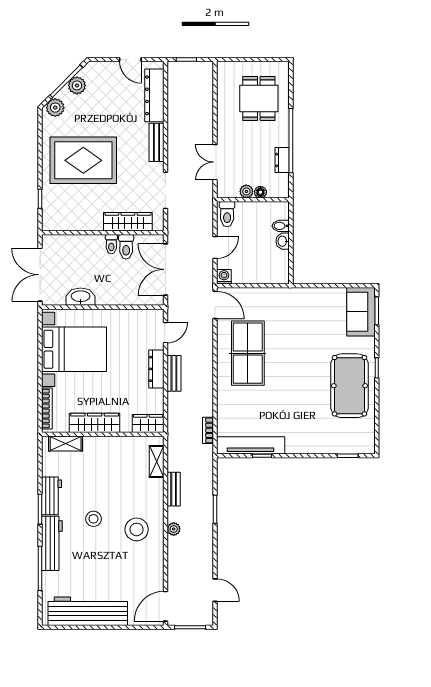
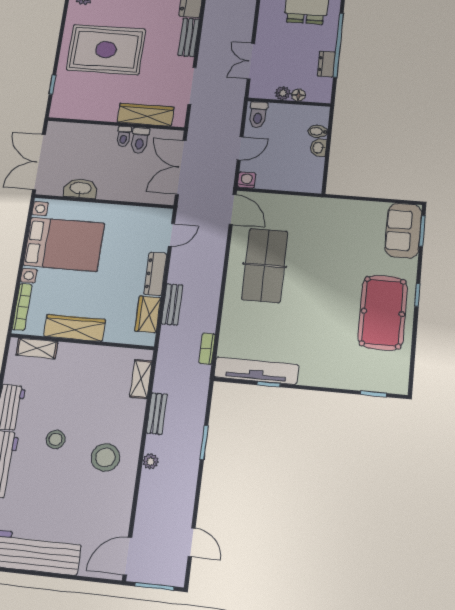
bench: (174, 373) -> (172, 304), moved
wardrobe: (148, 423) -> (148, 314), moved, turned -90

